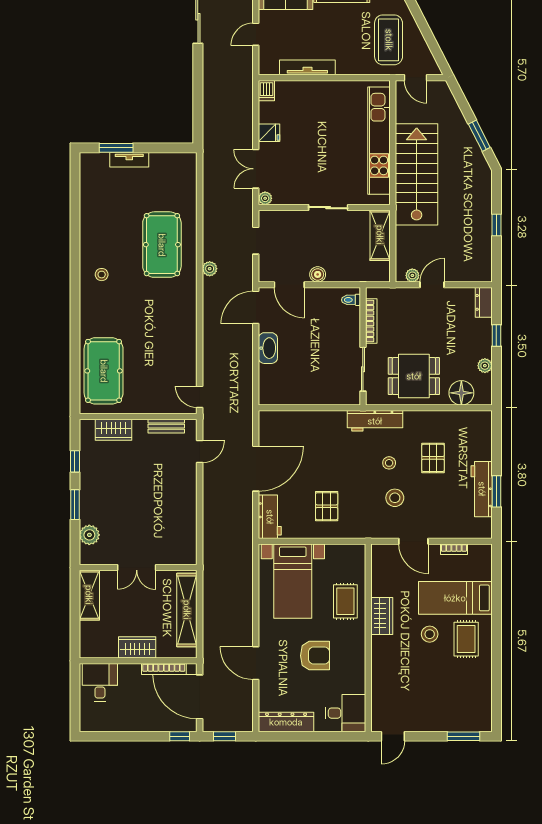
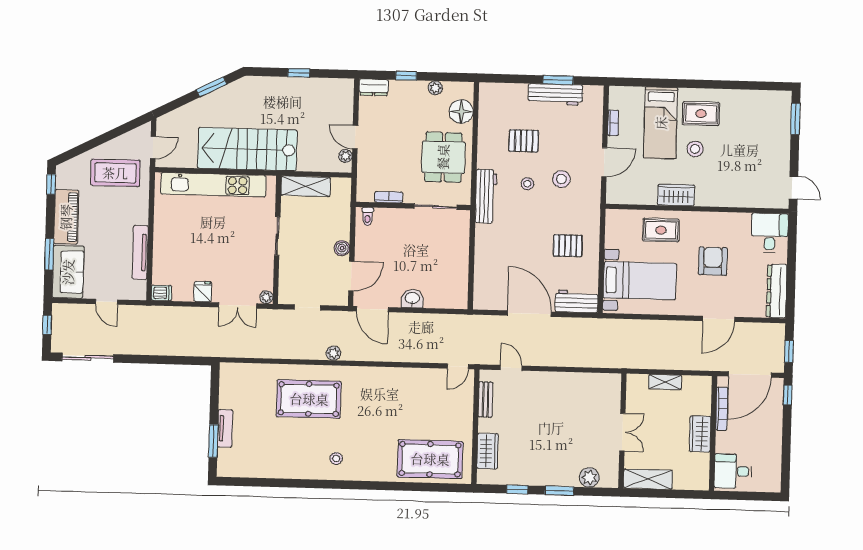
bookcase: (371, 321) -> (389, 197), width x0.64
washbasin: (268, 348) -> (412, 299), width x0.72
shelving: (187, 610) -> (665, 382), width x0.45, depth x0.75

